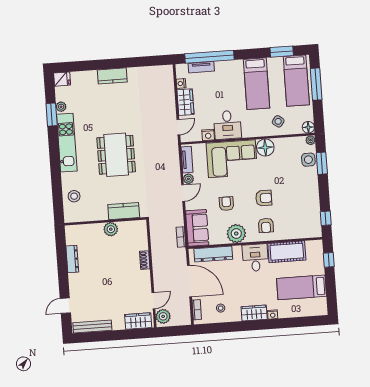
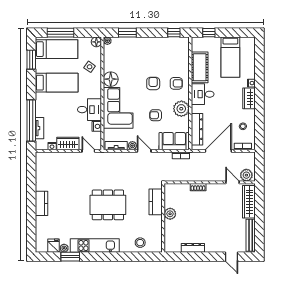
fridge: (62, 79) -> (53, 246), moved
side table: (308, 160) -> (124, 44), removed
wardrobe: (138, 321) -> (249, 202), width x1.50

